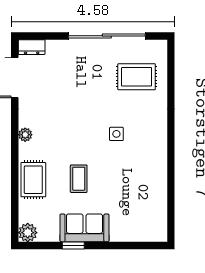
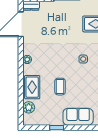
sofa: (84, 228) -> (78, 117), moved
plant: (28, 233) -> (29, 107), moved

